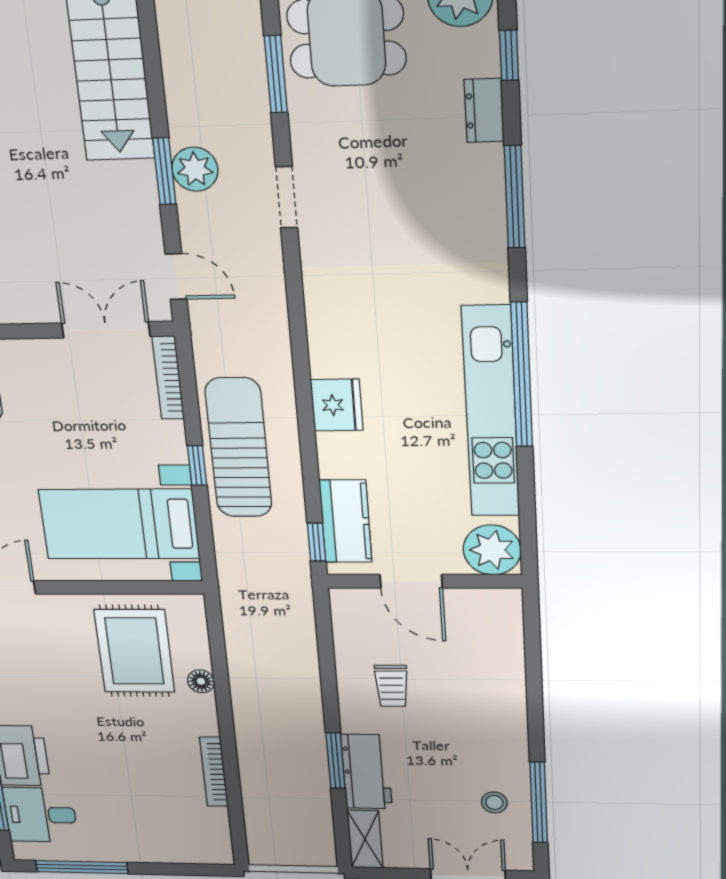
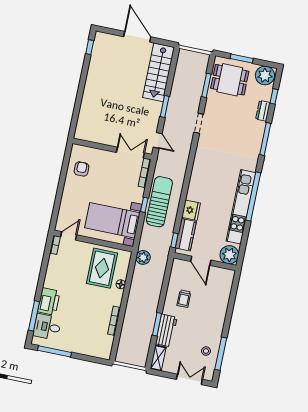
plant: (195, 169) -> (143, 257), moved
fridge: (337, 405) -> (191, 210), moved

